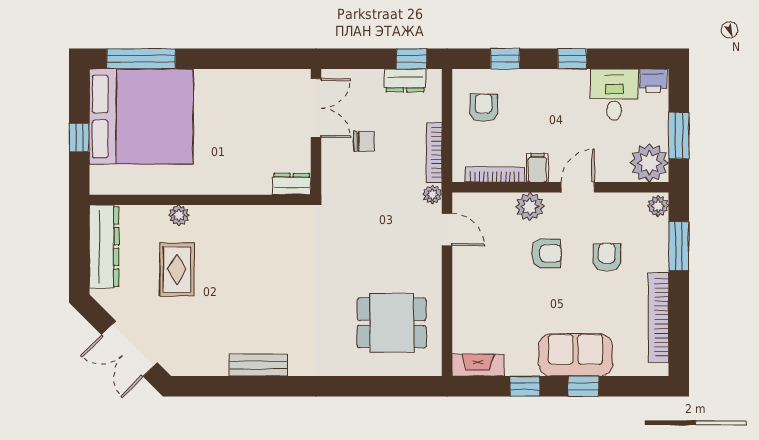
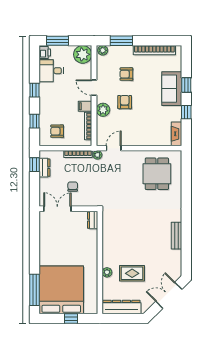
window: (679, 135) -> (58, 41), moved
double door: (129, 349) -> (169, 295), swing flipped

